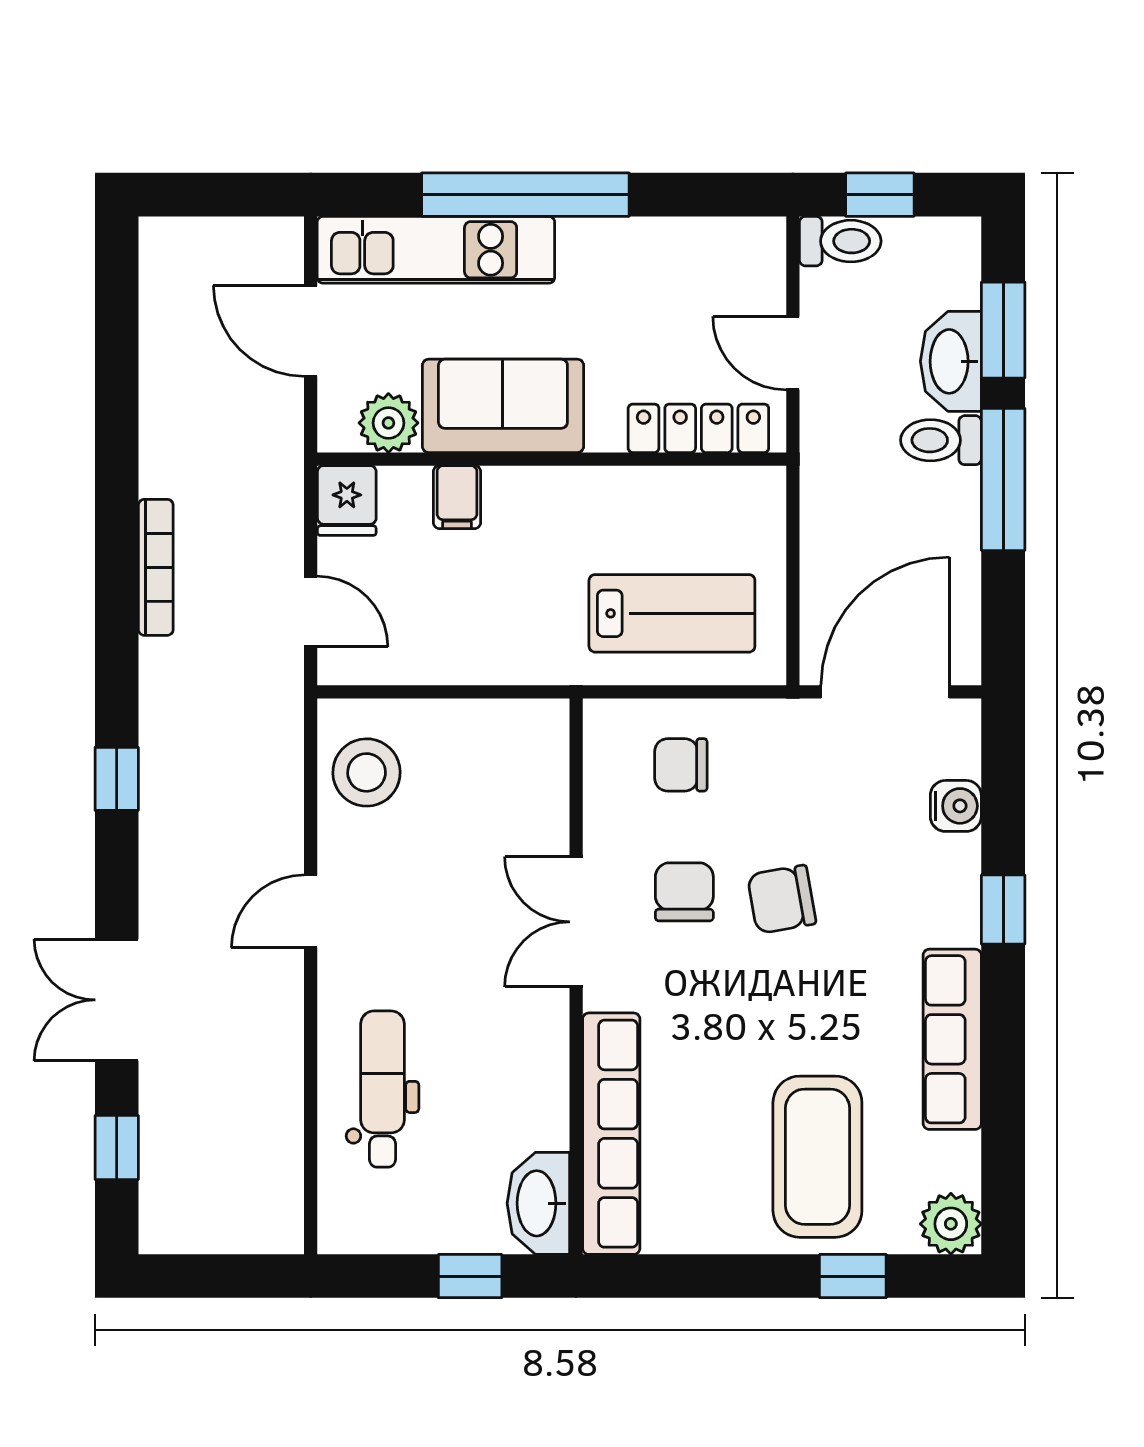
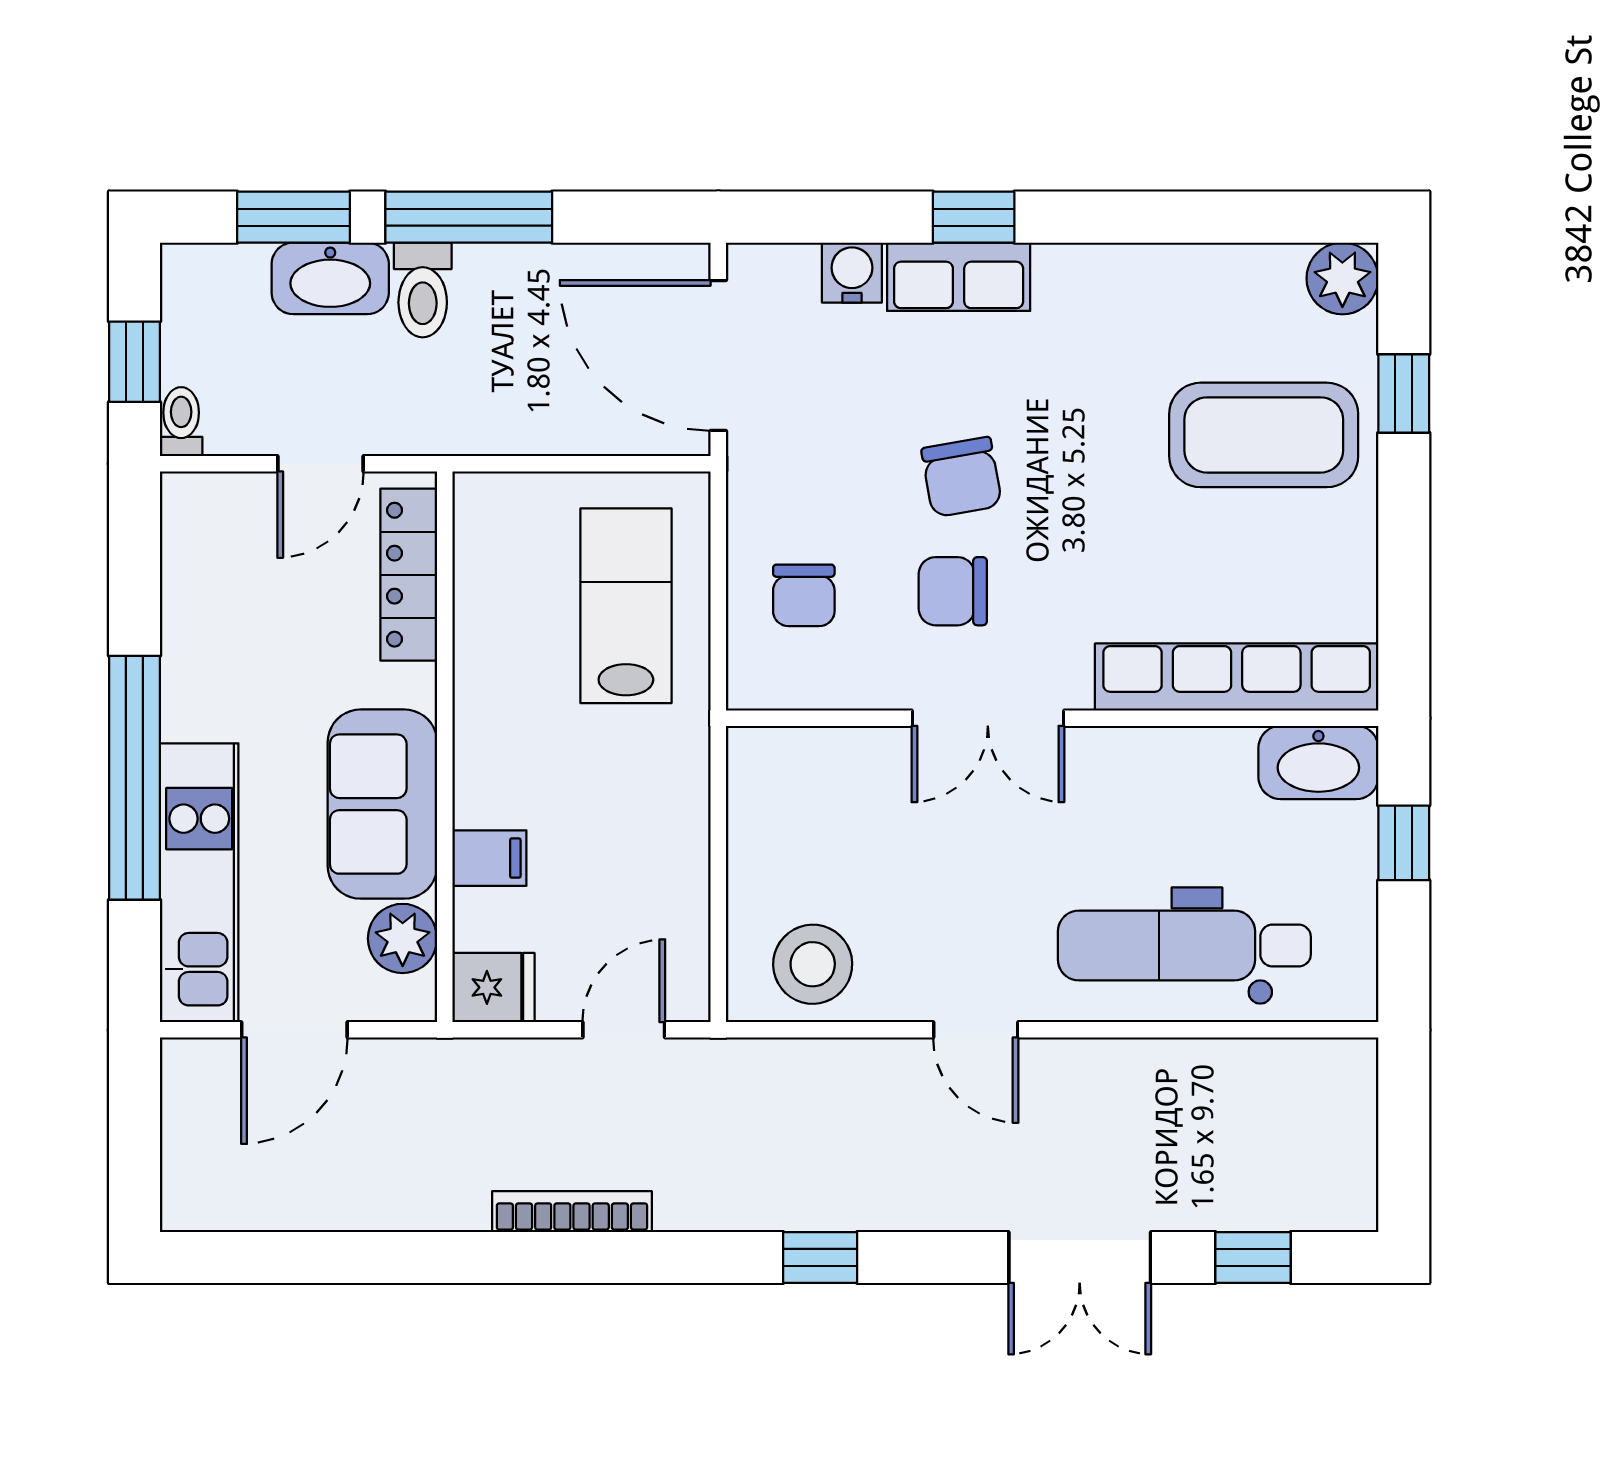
toilet: (840, 241) -> (181, 422), width x0.73, depth x0.72
row of seats: (952, 1039) -> (959, 277), moved, width x0.68
dental chair: (382, 1089) -> (1184, 946), width x1.36, depth x1.38

